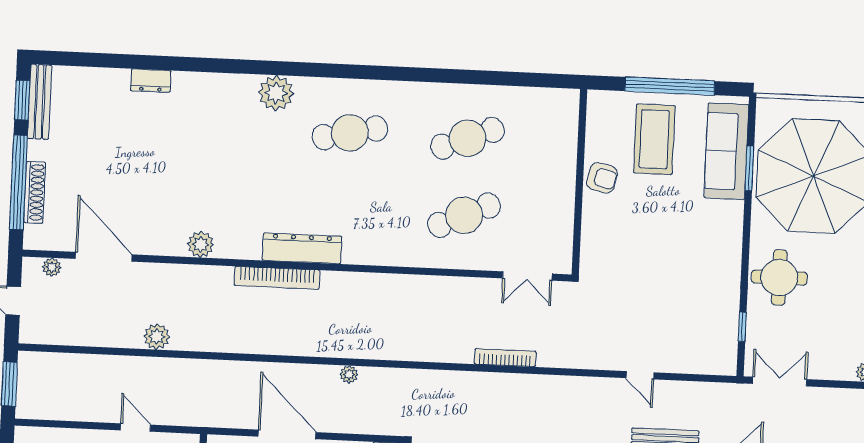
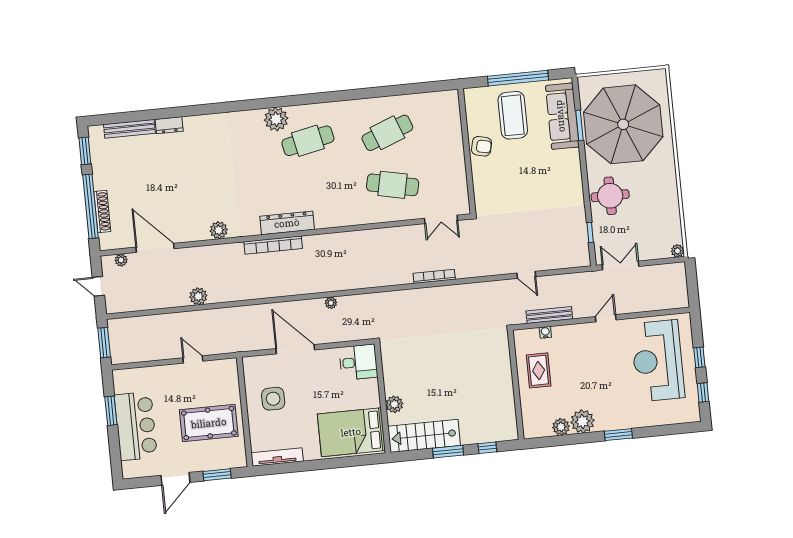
plant: (276, 93) -> (276, 119), moved
bench: (40, 102) -> (129, 129), moved, turned 90
cafe table: (464, 215) -> (393, 185), turned 36

